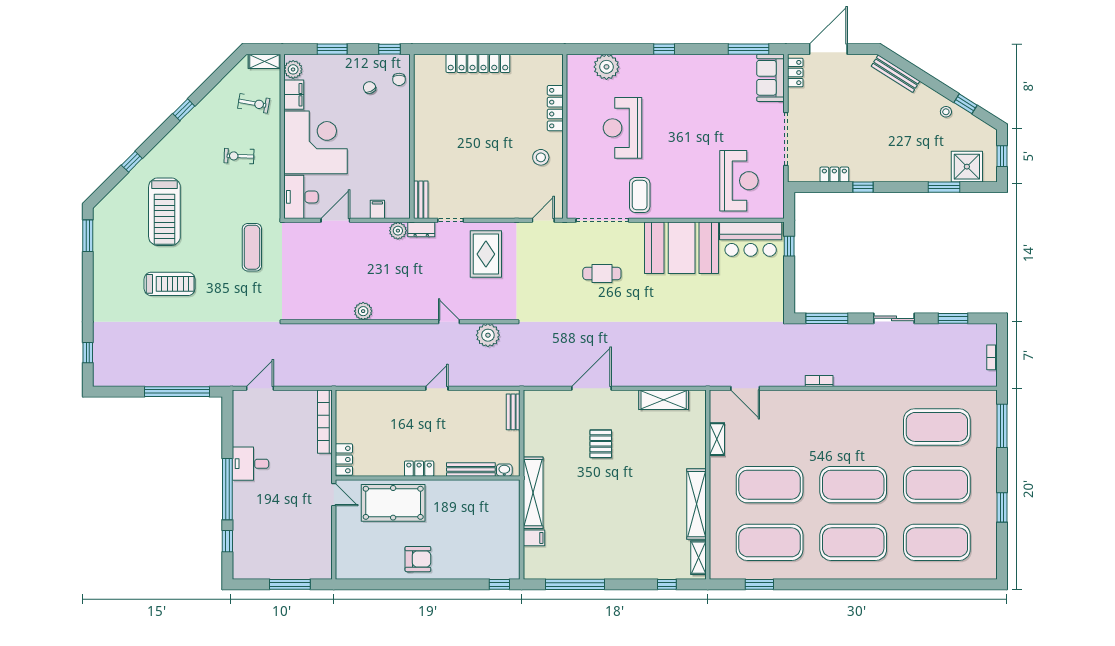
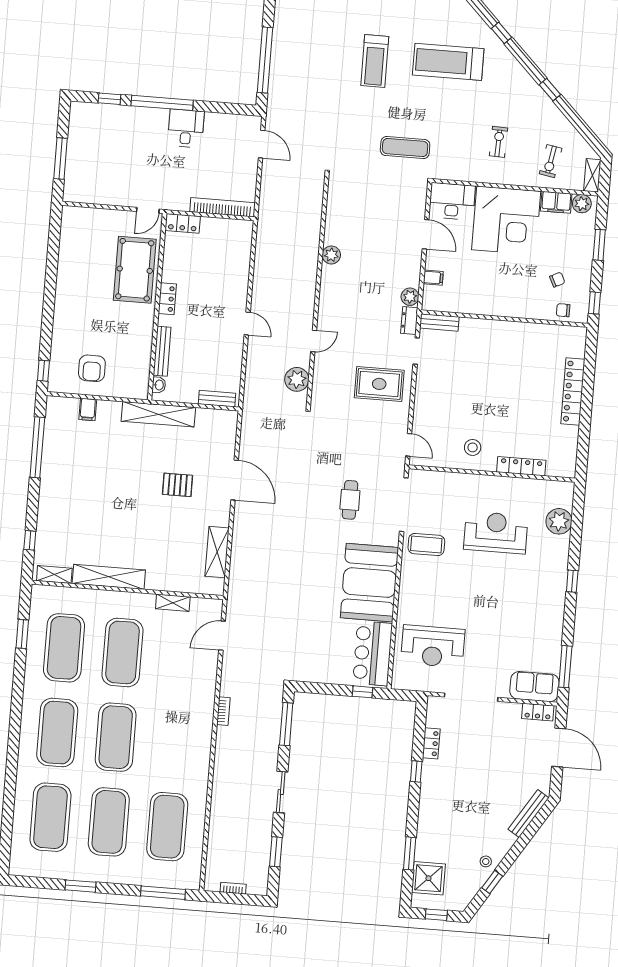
shelving: (533, 493) -> (158, 414), moved
armchair: (418, 559) -> (92, 368), moved

